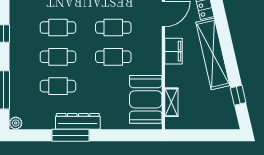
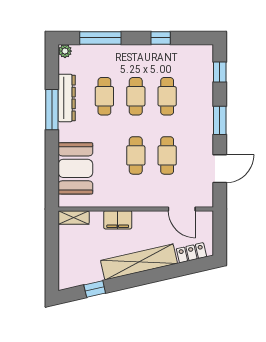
filing cabinet: (173, 51) -> (118, 220), moved
booth: (146, 99) -> (75, 168), moved, turned 90
shelving: (171, 102) -> (74, 217), moved
dresser: (78, 121) -> (67, 98), moved

